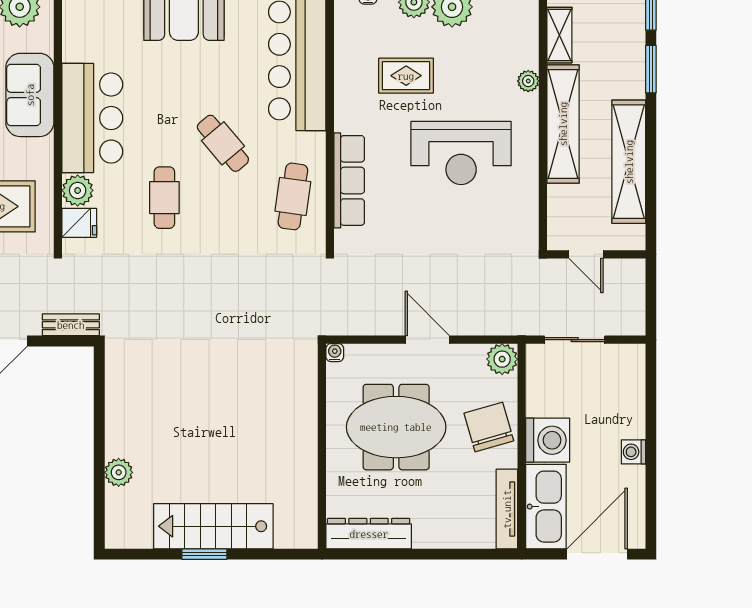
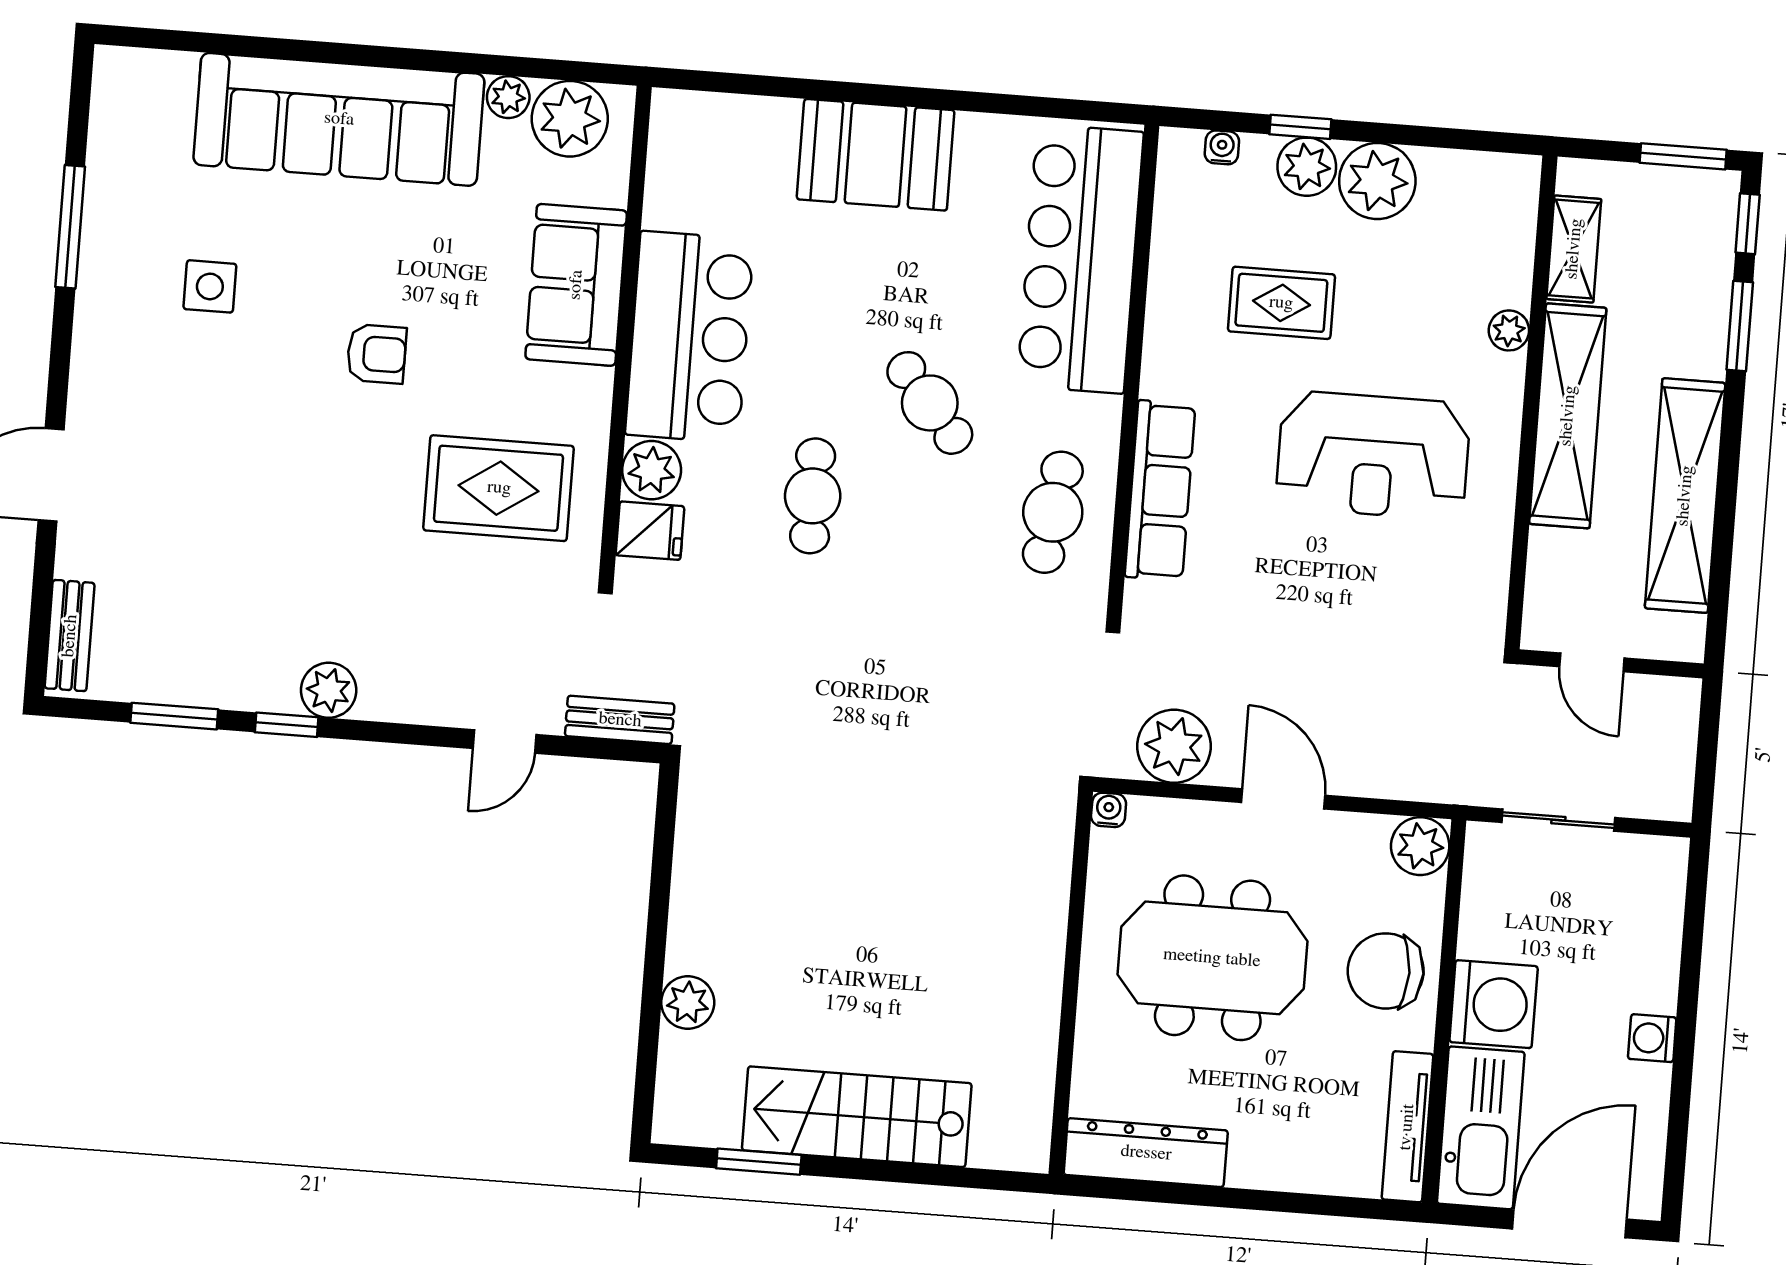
plant: (367, 316) -> (1174, 746), added
chair: (489, 427) -> (1386, 971), turned -74
window: (204, 554) -> (759, 1162), moved

